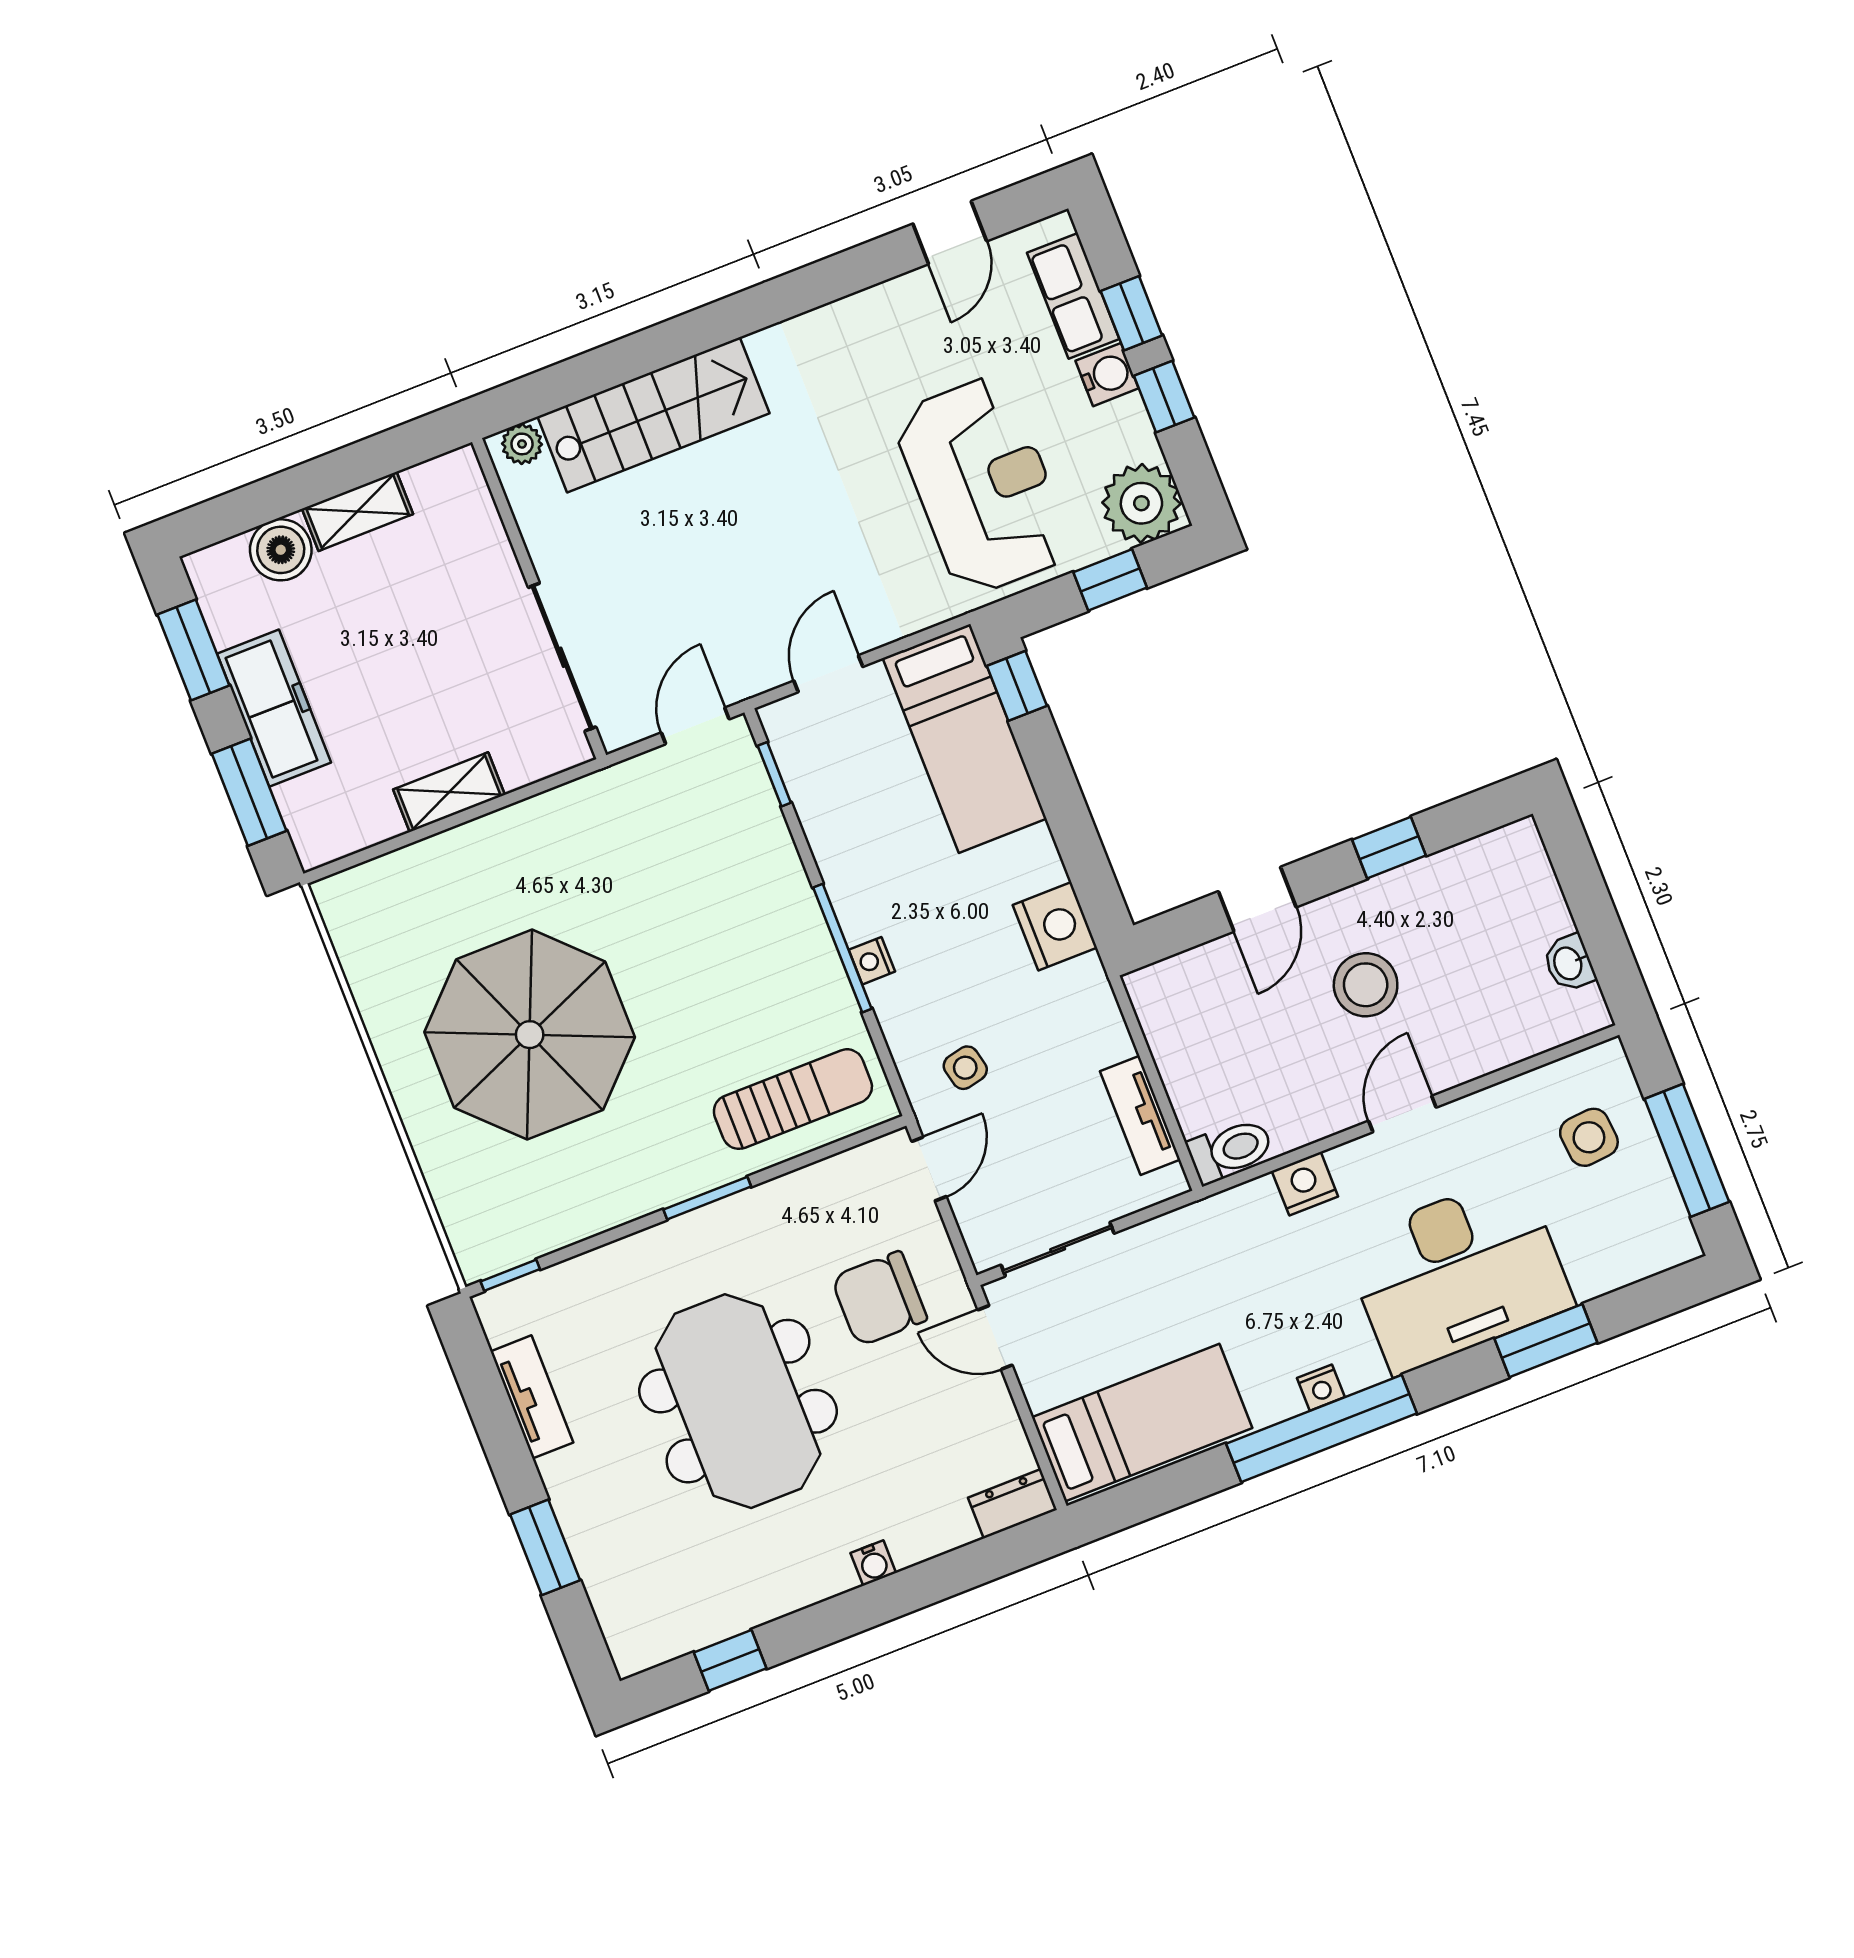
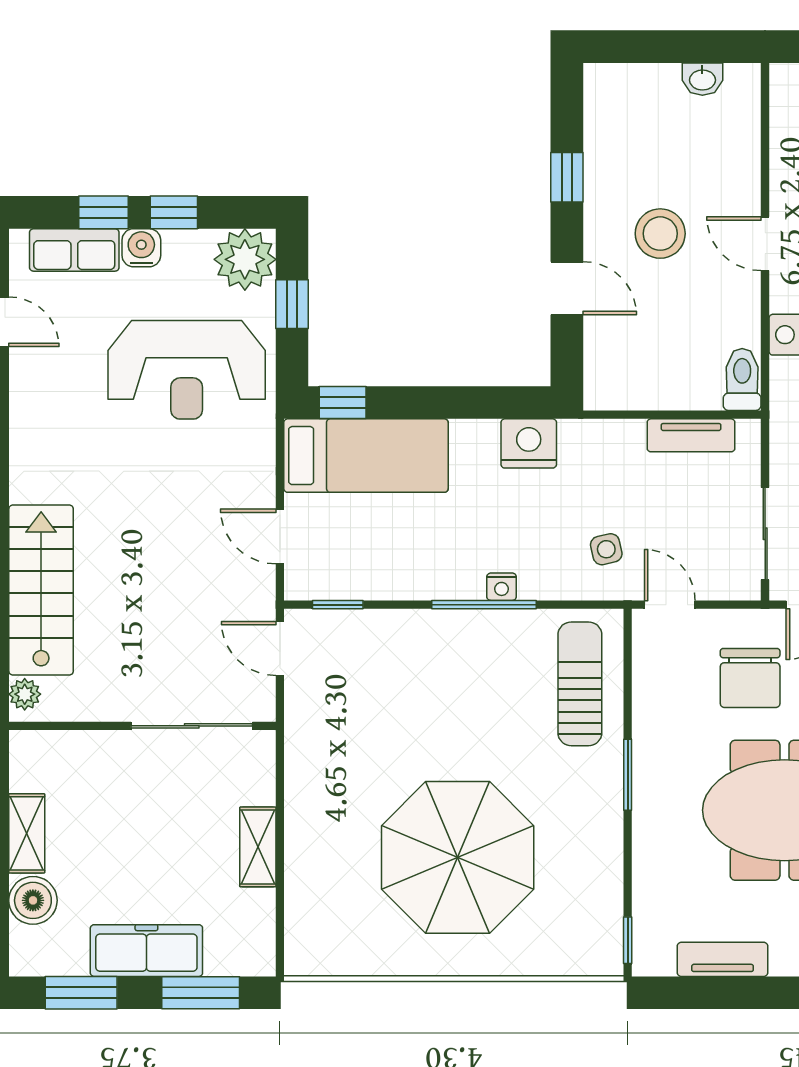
reception desk: (983, 485) -> (187, 370), turned 180

